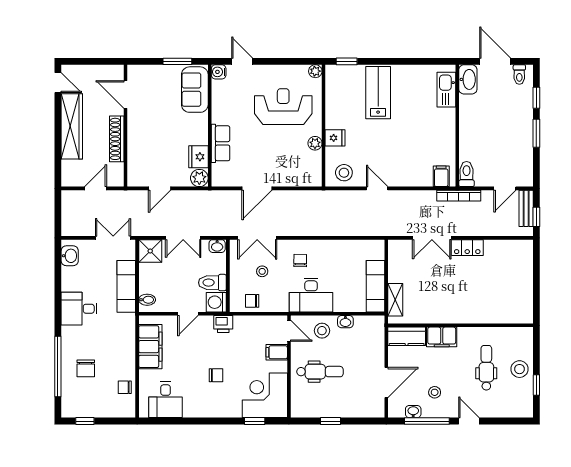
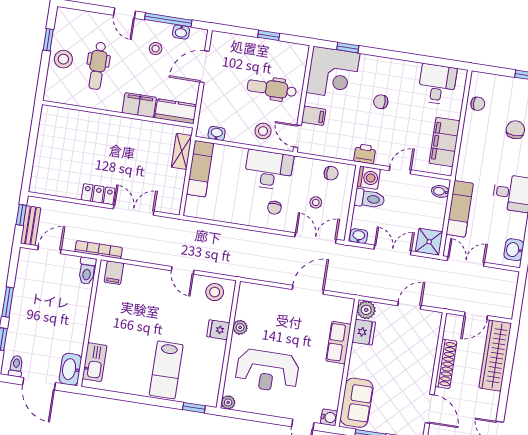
wardrobe: (72, 126) -> (495, 356), moved
double door: (113, 238) -> (466, 261), swing flipped
washbasin: (345, 322) -> (217, 133), moved

